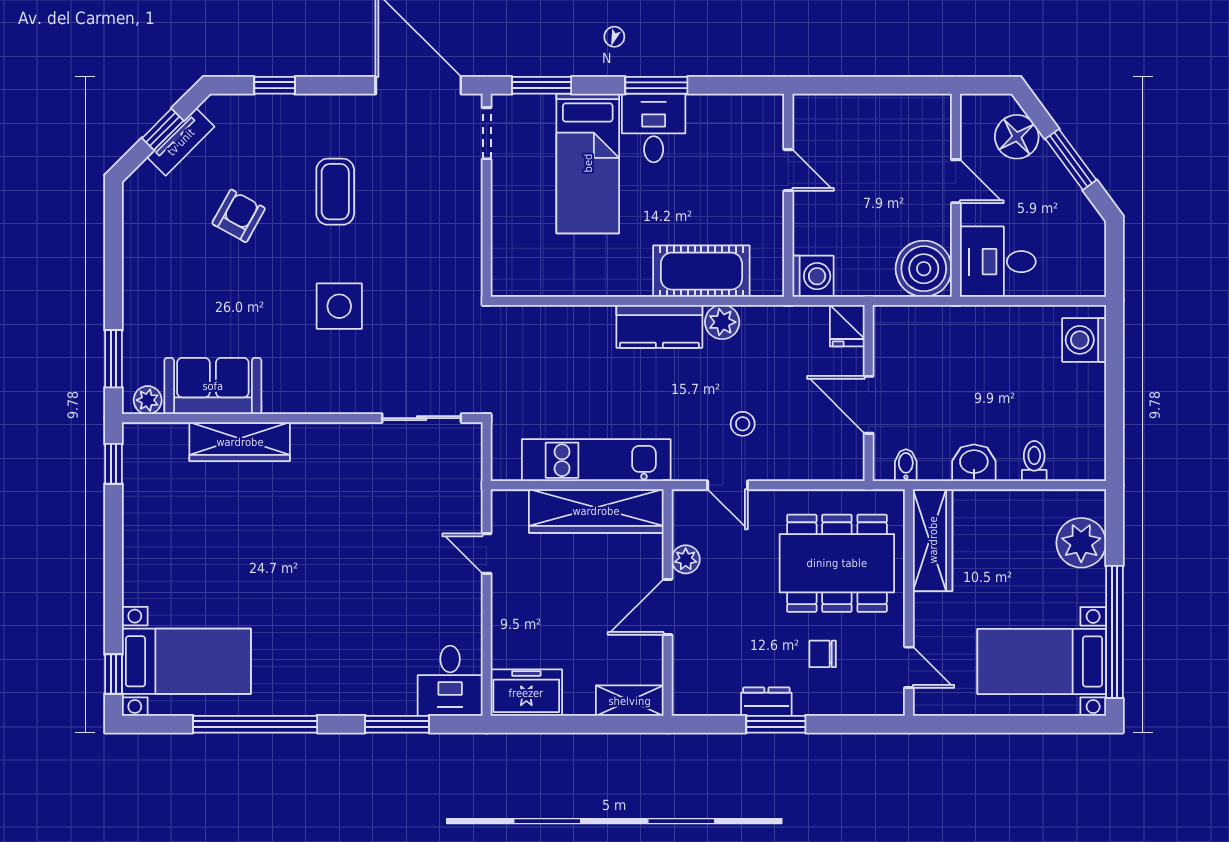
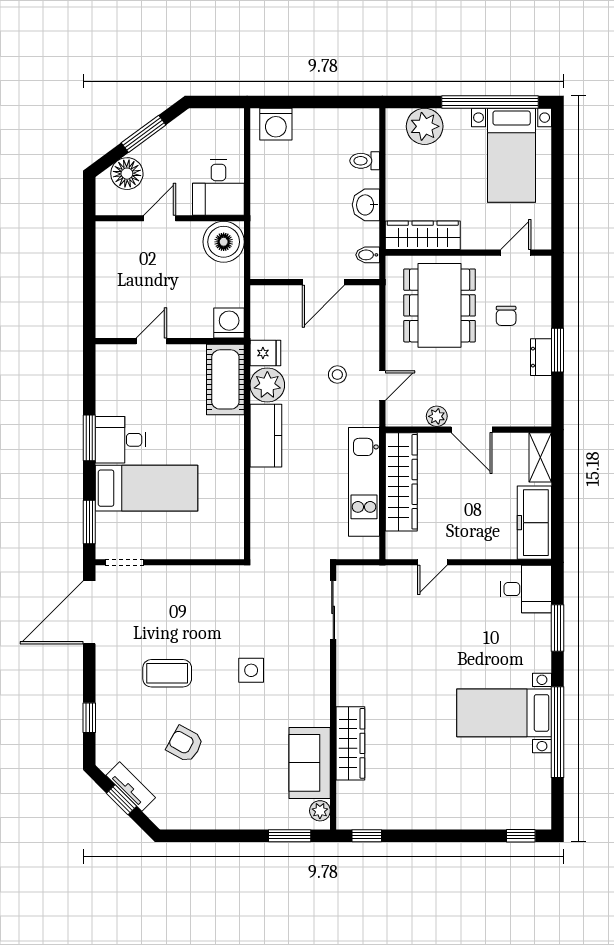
cot: (701, 271) -> (225, 379), moved
side table: (339, 306) -> (251, 670), width x0.73, depth x0.73
plant: (722, 322) -> (267, 385), width x1.36, depth x1.36
fridge: (847, 326) -> (265, 353), moved
bed with nightstands: (186, 661) -> (504, 713), moved, turned -90
freezer: (526, 693) -> (534, 523), width x1.40

